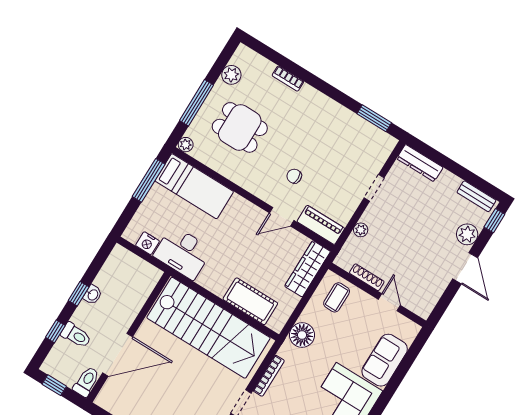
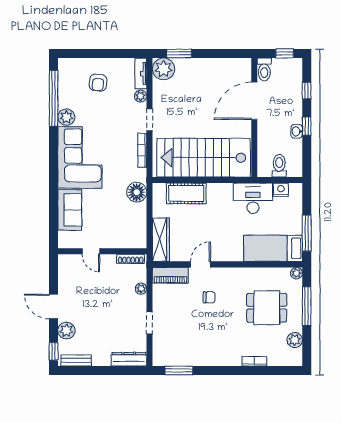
shoe rack: (367, 277) -> (131, 259), moved
coffee table: (337, 297) -> (129, 232), removed
toilet: (76, 335) -> (279, 166), moved, turned 90

